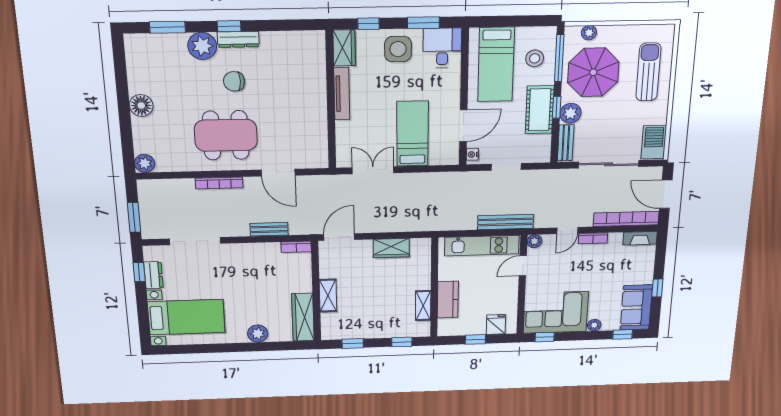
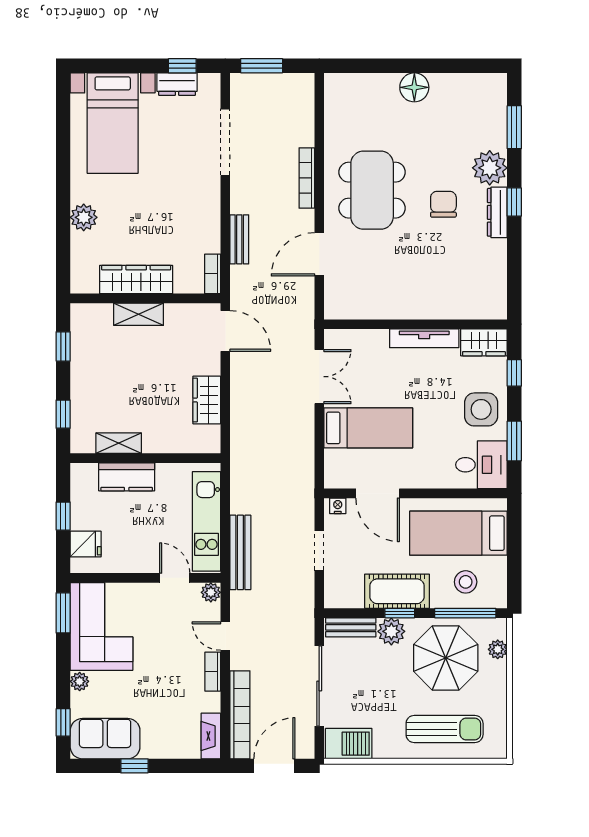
plant: (145, 163) -> (336, 85), removed
wardrobe: (303, 317) -> (136, 280), moved
window: (545, 337) -> (63, 613), width x1.50

